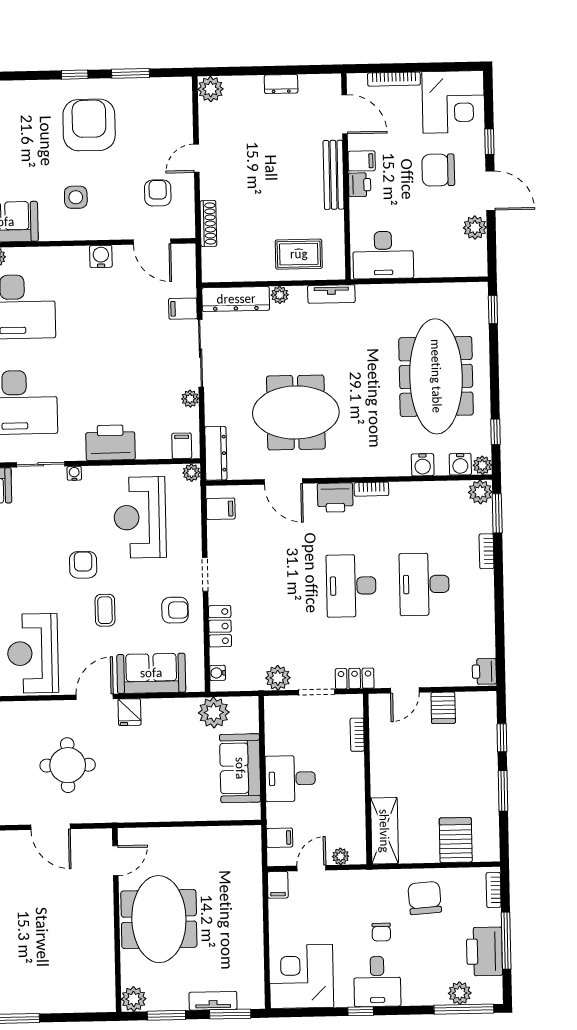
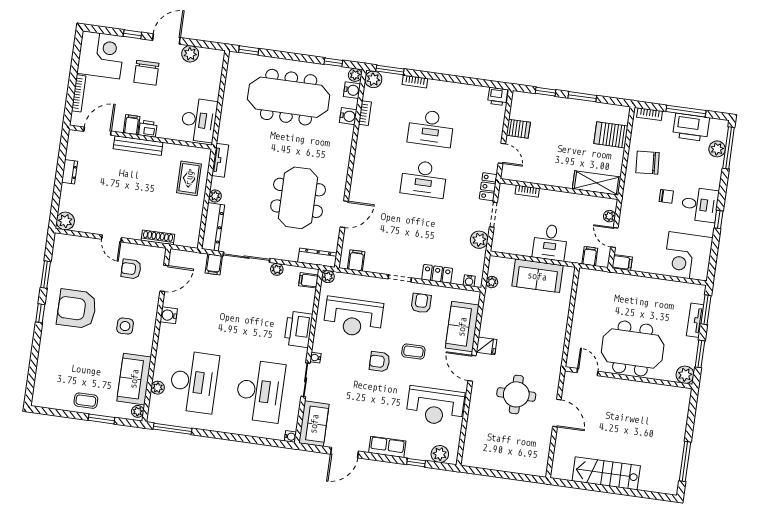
bookcase: (371, 489) -> (365, 113), moved
printer: (335, 498) -> (361, 180), removed
plant: (214, 713) -> (492, 282), width x0.53, depth x0.53
door: (51, 827) -> (557, 413), hinge flipped

